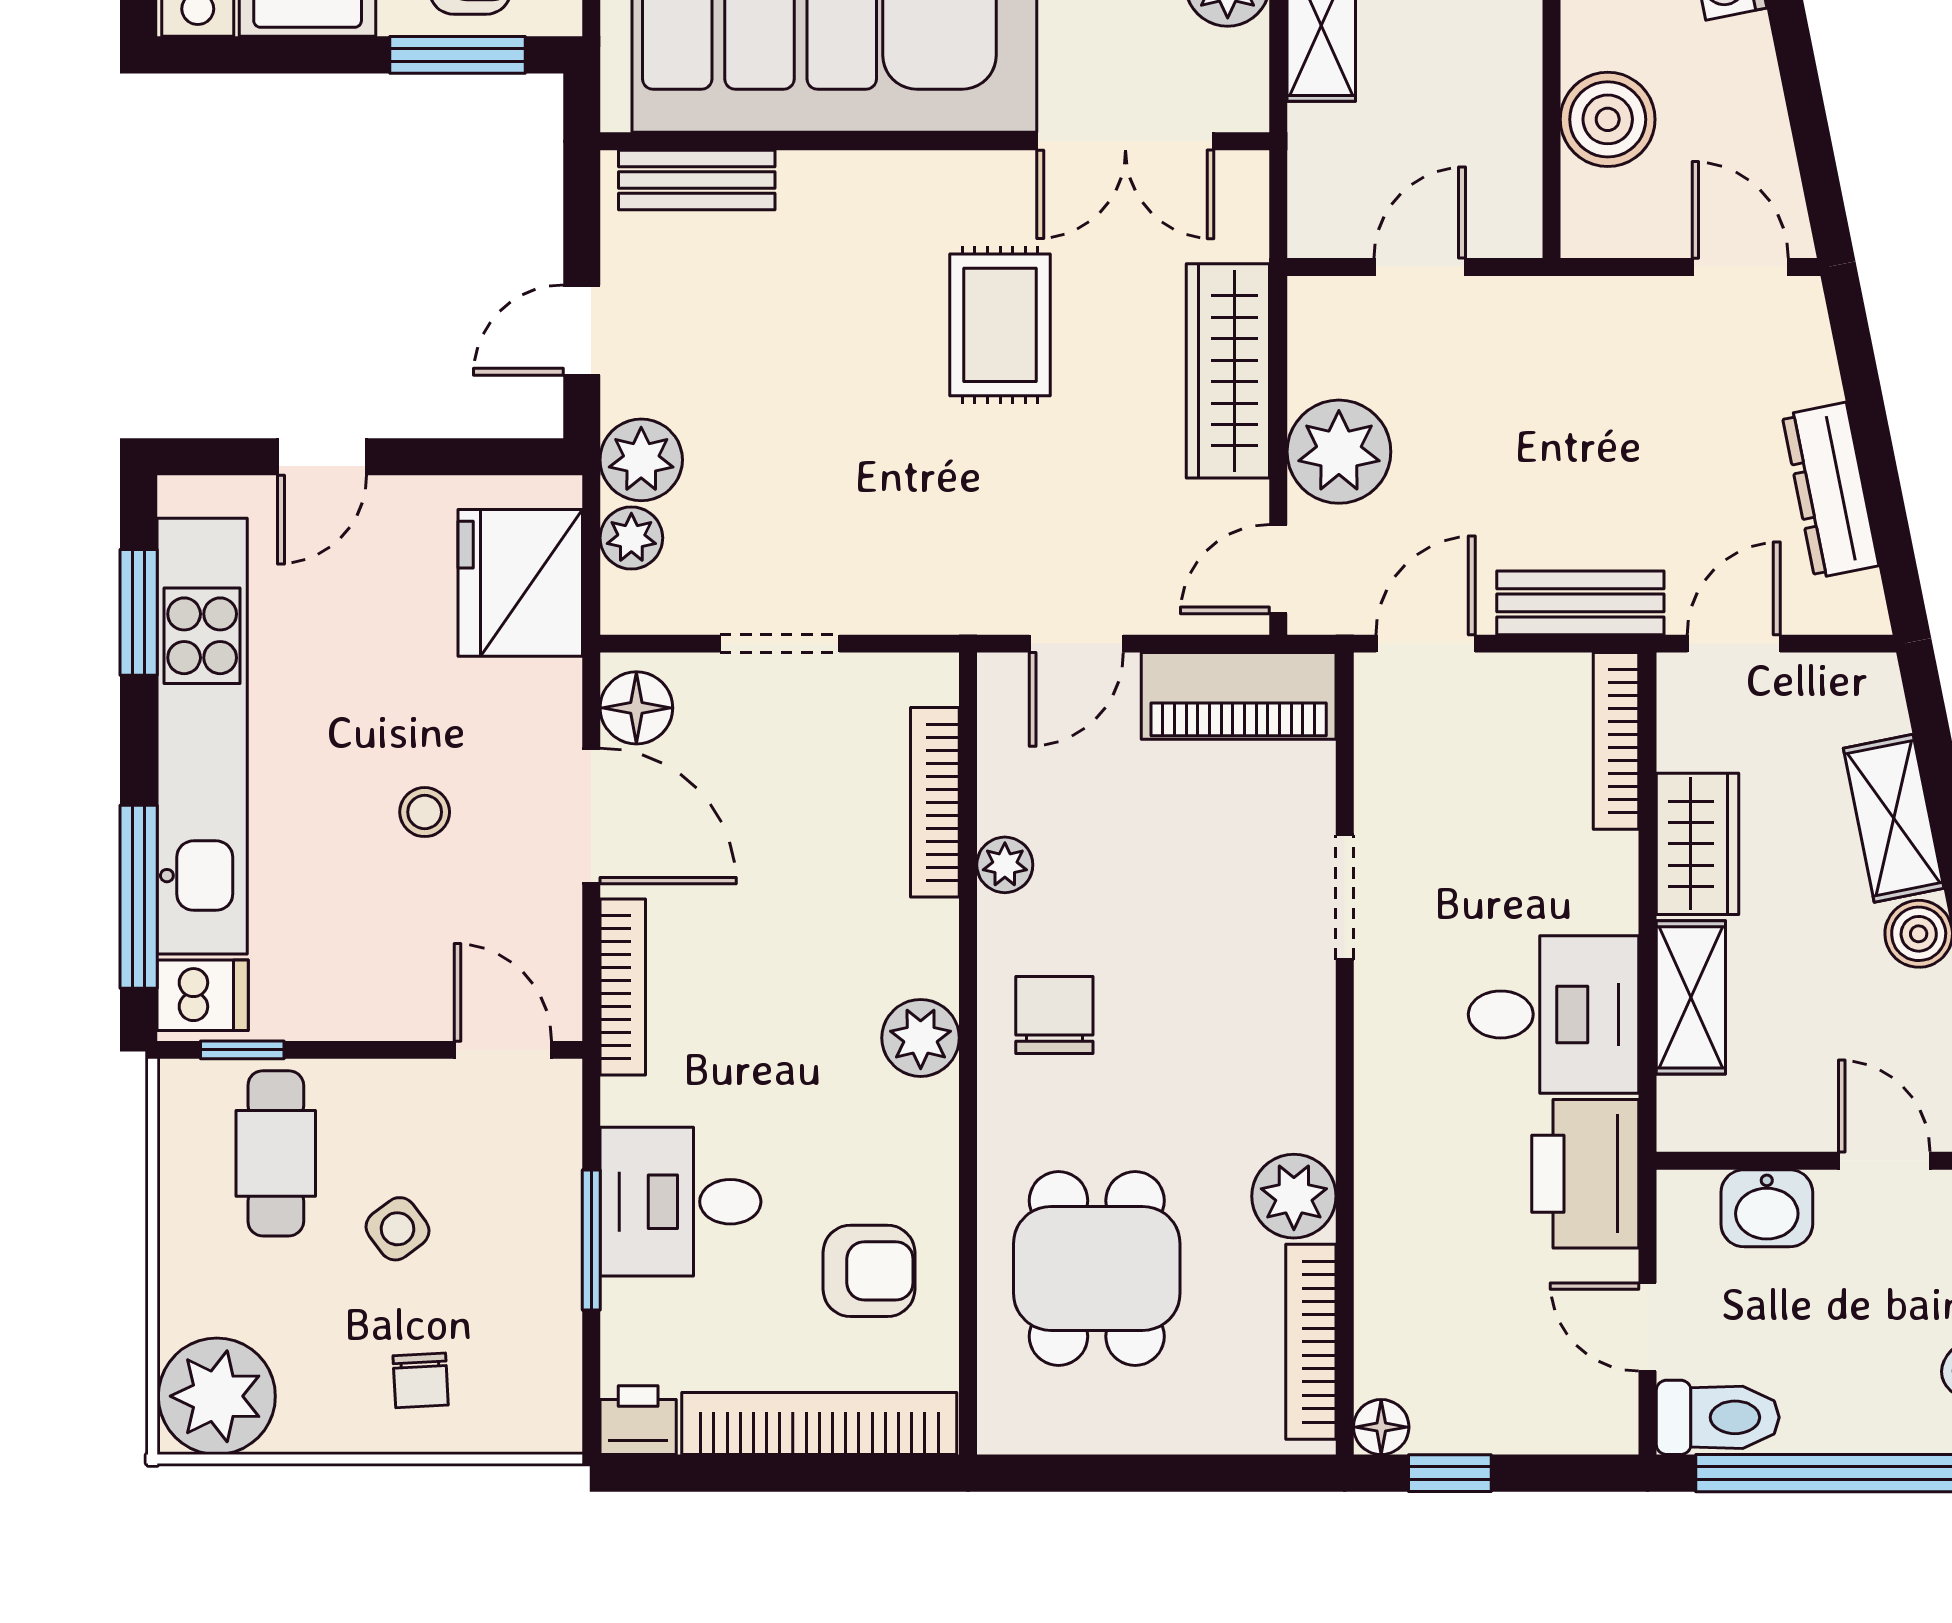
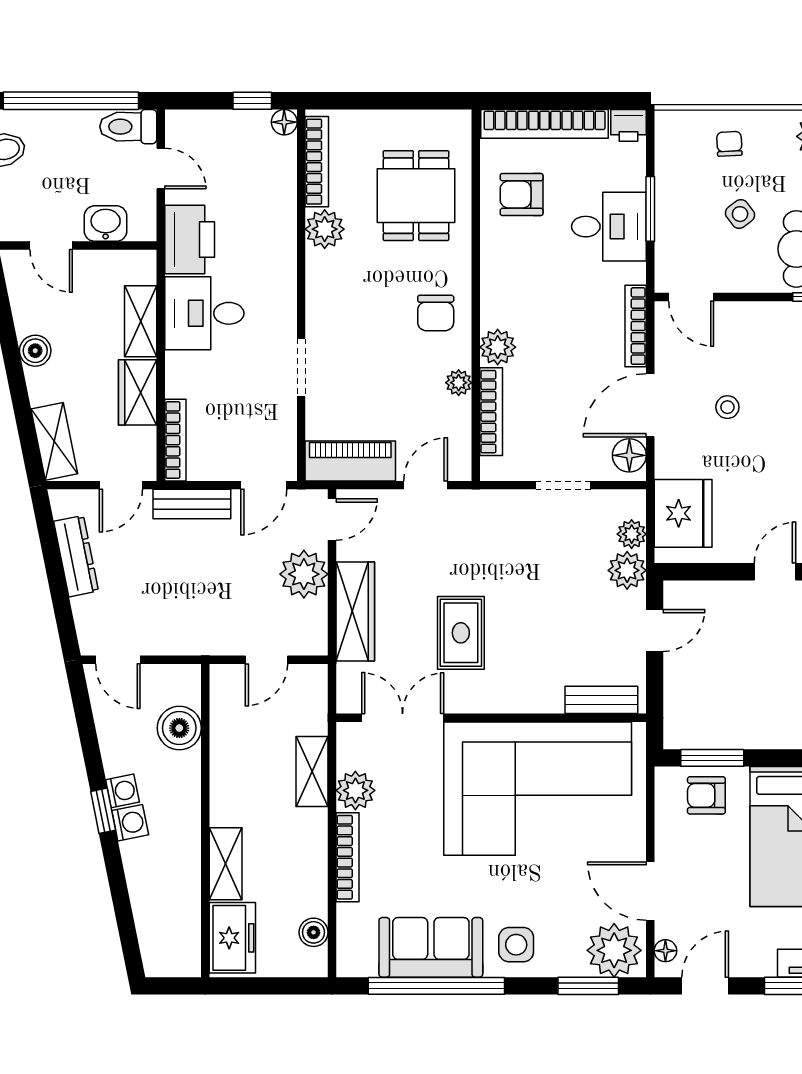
door: (591, 816) -> (650, 405), hinge flipped
shelving: (1894, 818) -> (54, 441), moved
plant: (921, 1038) -> (498, 347), moved

